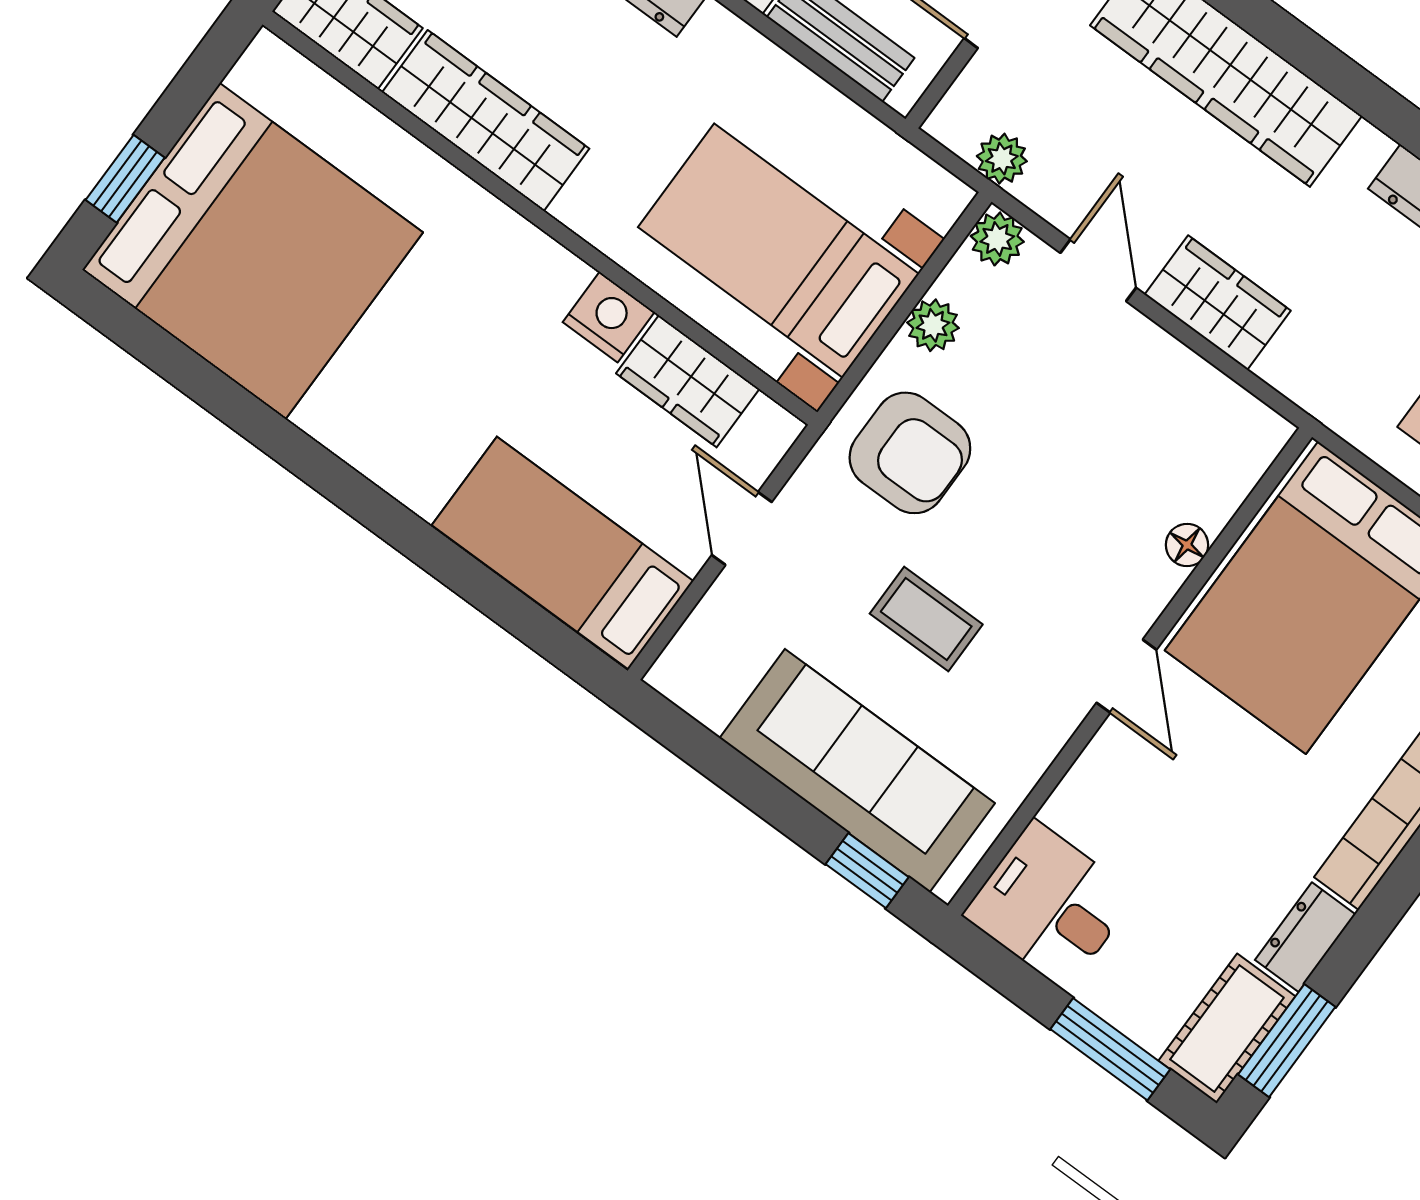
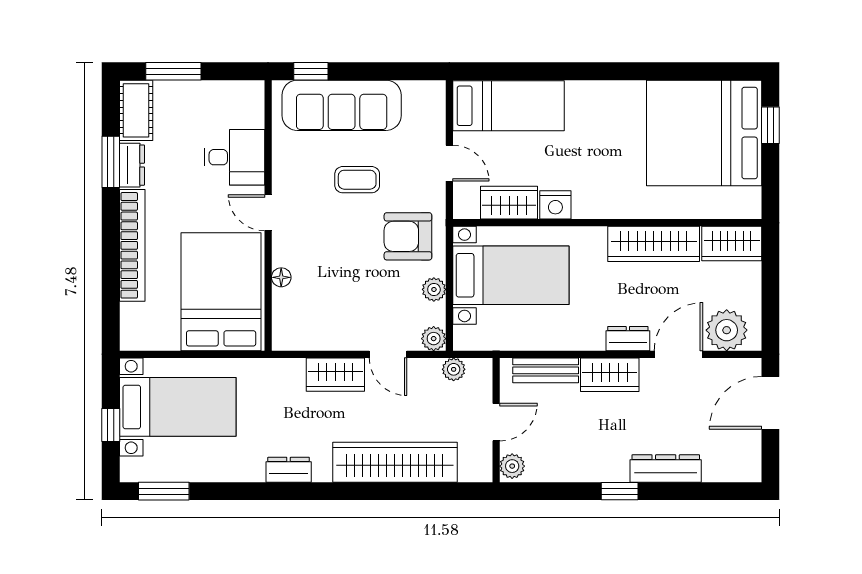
desk: (1050, 905) -> (234, 157), moved
window: (1287, 1041) -> (111, 162), moved

